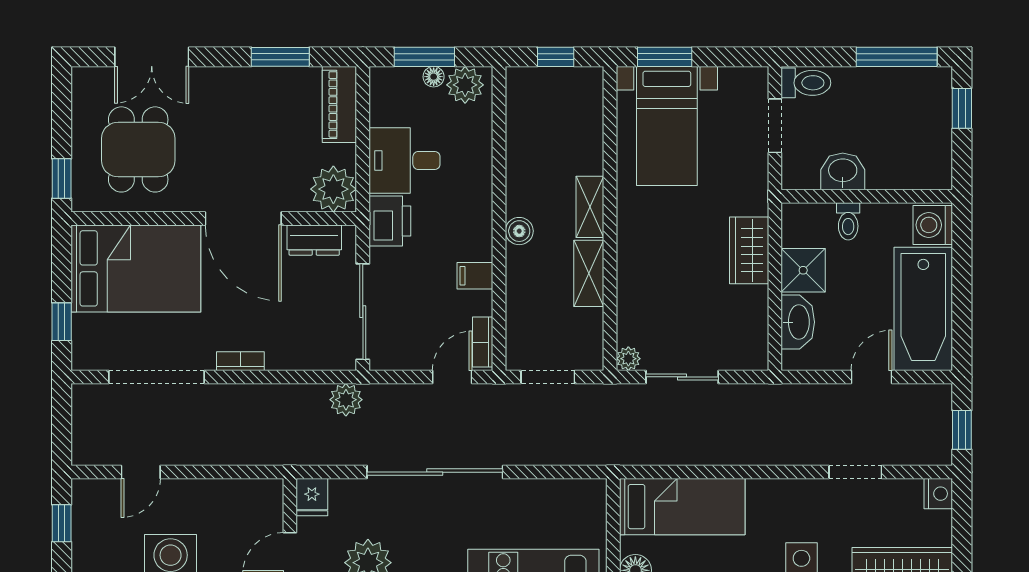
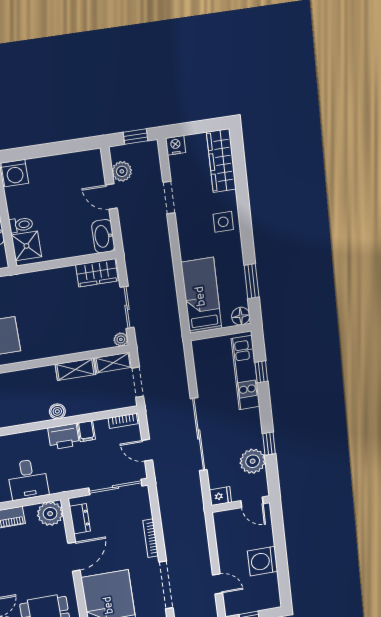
shelving: (590, 207) -> (113, 363), moved
door: (243, 218) -> (74, 557), width x0.73
printer: (390, 221) -> (64, 437), moved, turned 180
wardrobe: (749, 250) -> (97, 273), moved
shower: (803, 270) -> (26, 246), moved
bathtub: (923, 309) -> (66, 171), removed
washbasin: (798, 322) -> (103, 236), moved, turned -90
bookcase: (240, 361) -> (151, 538), width x1.56
door: (452, 377) -> (147, 450), moved
plant: (346, 400) -> (122, 171), moved

